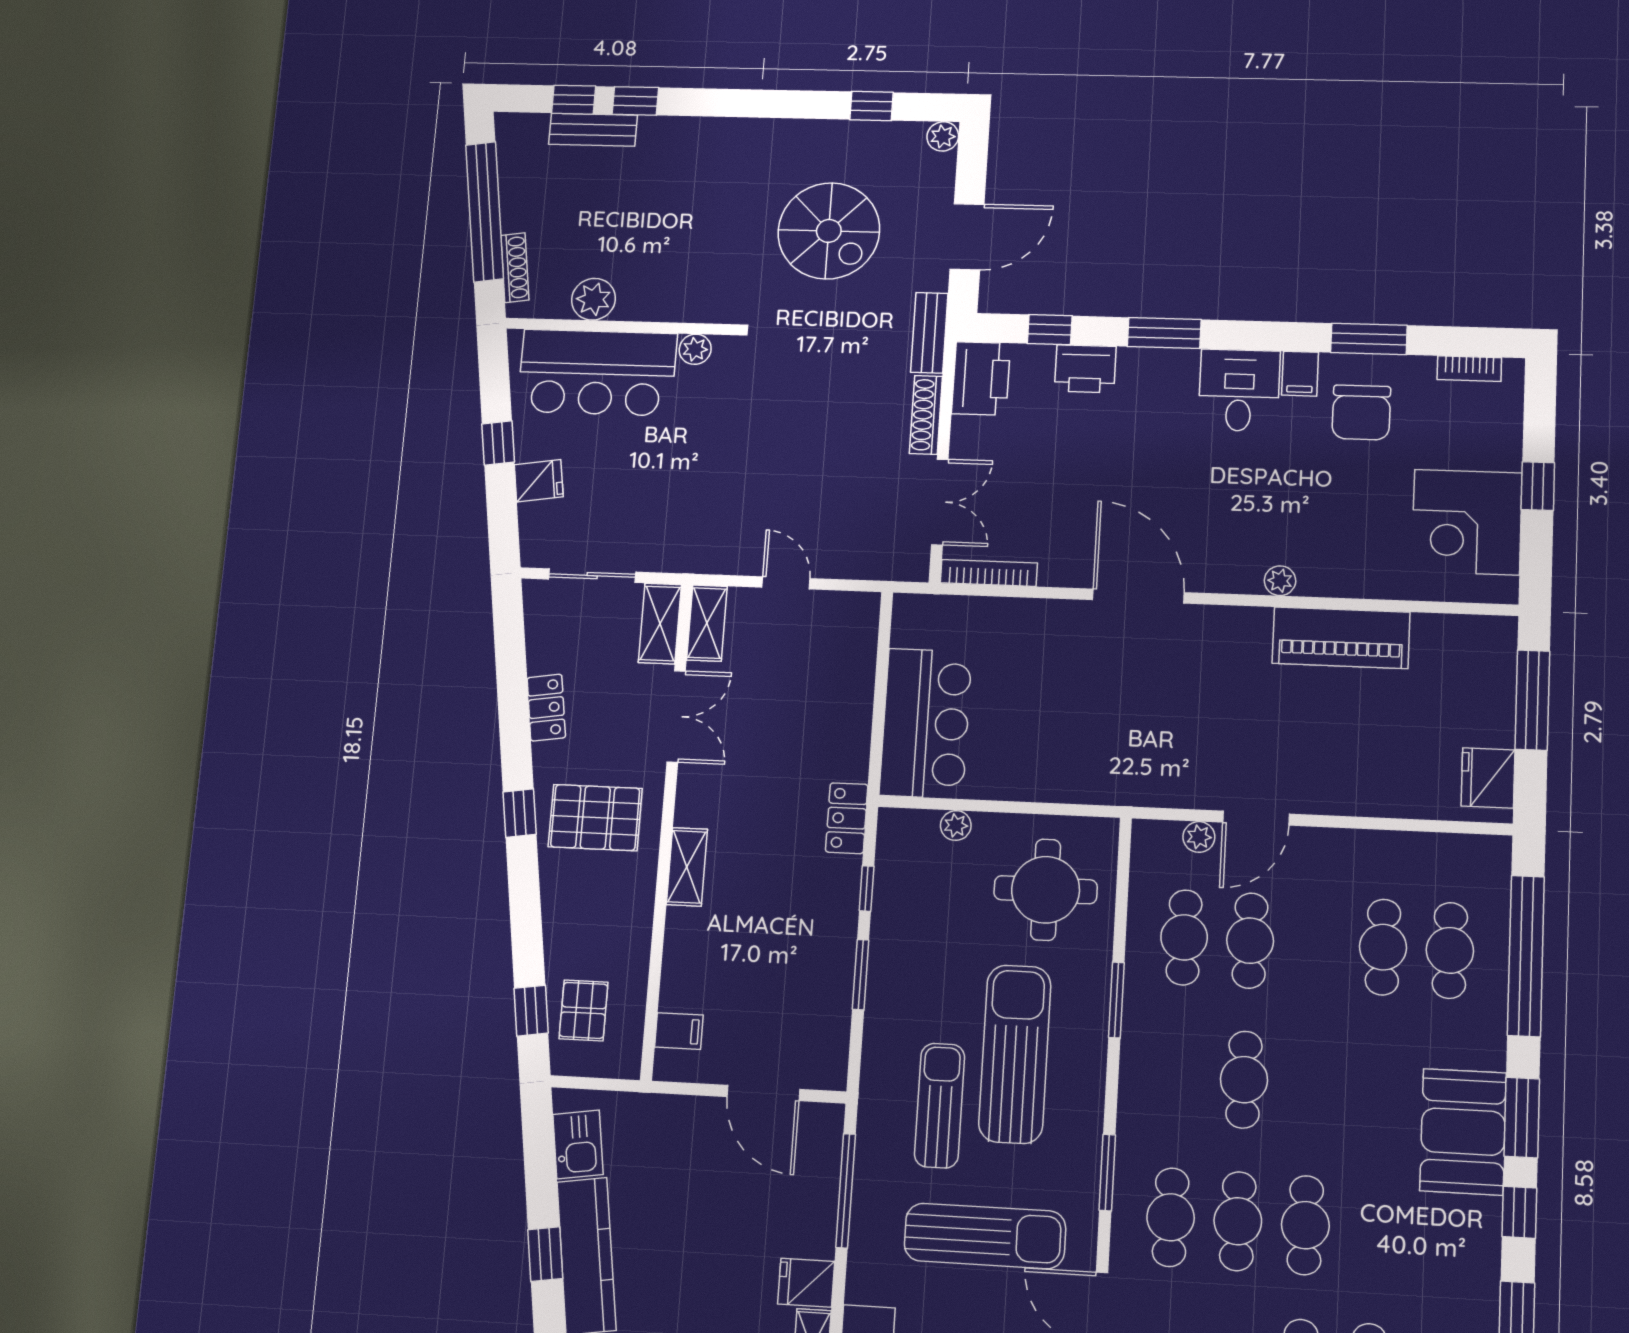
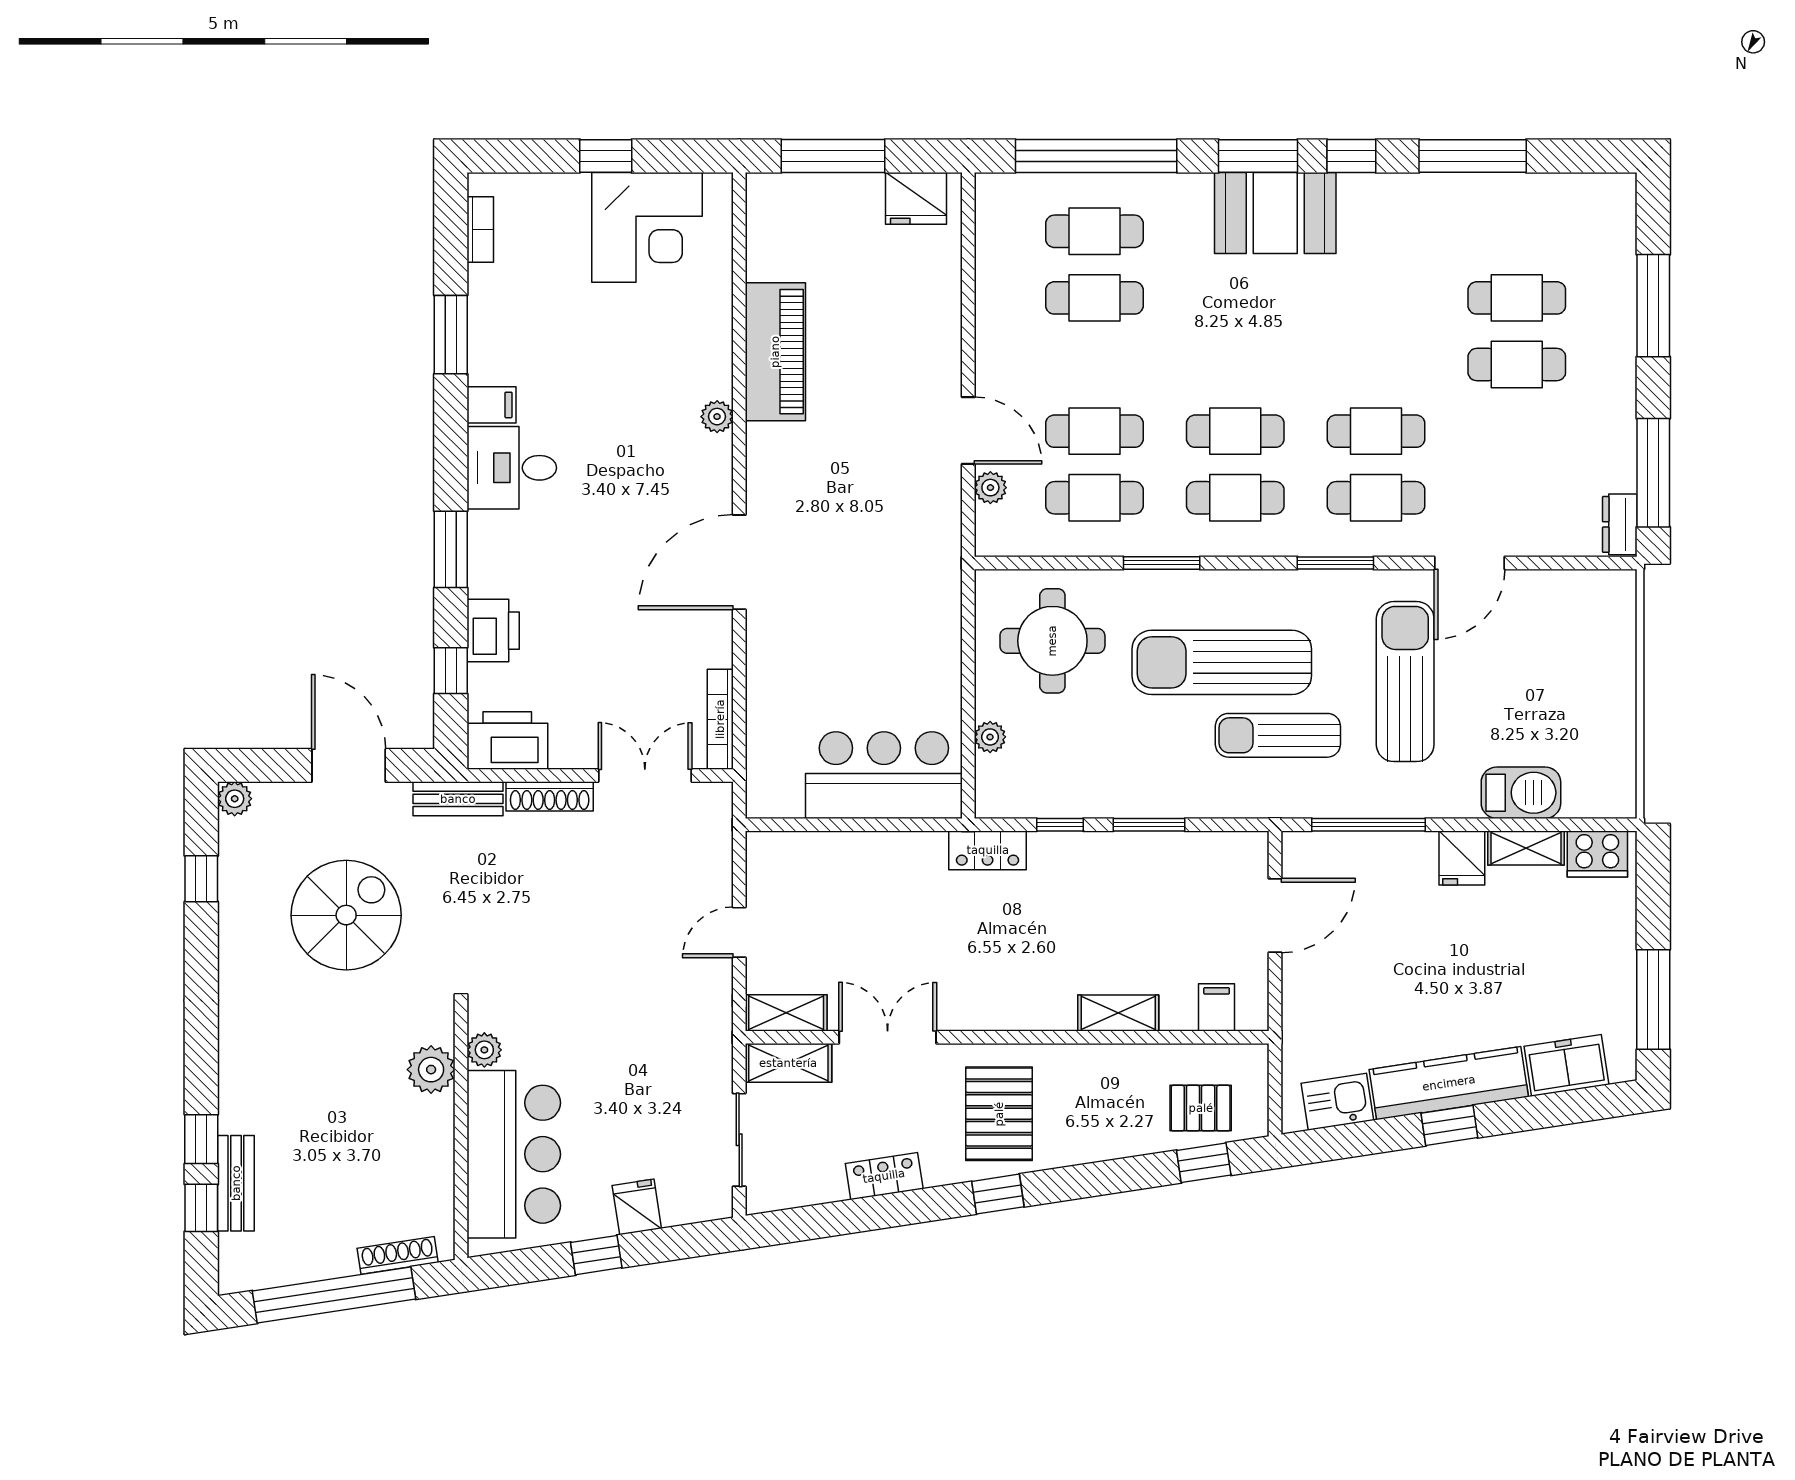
plant: (594, 299) -> (431, 1070), moved
chair: (1361, 412) -> (532, 340), removed
shelving: (687, 867) -> (1118, 1013), moved
cafe table: (1305, 1225) -> (1235, 498), moved

